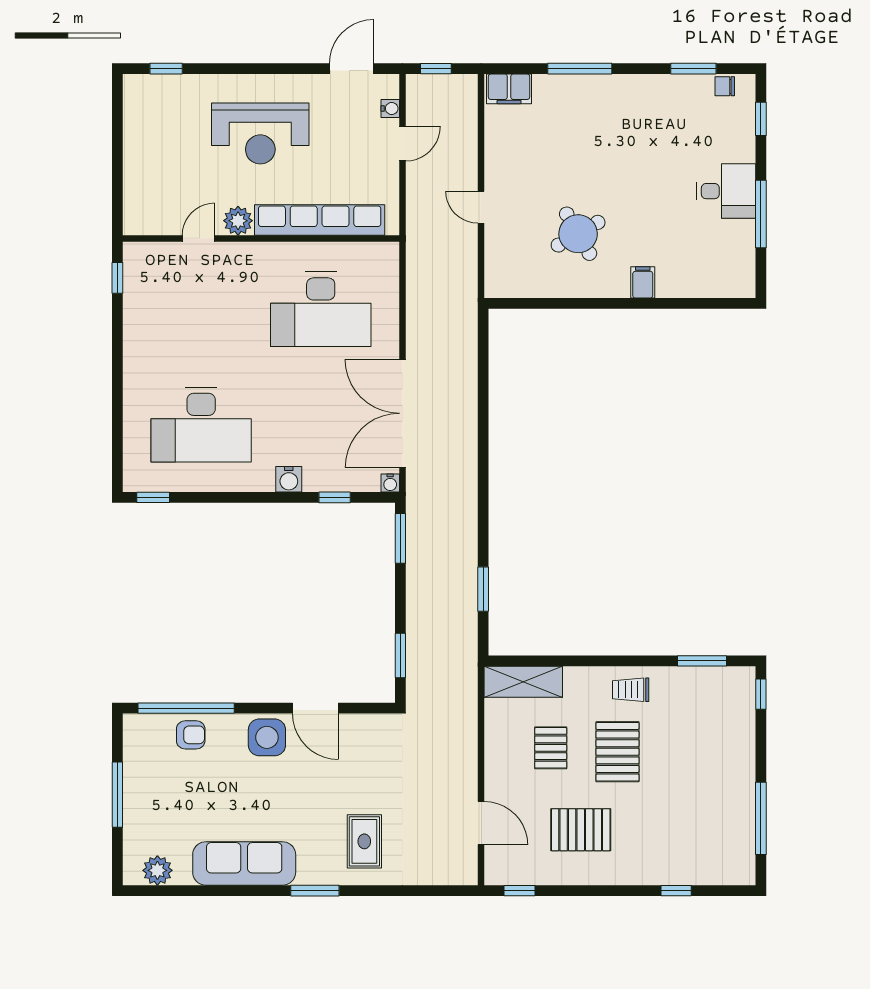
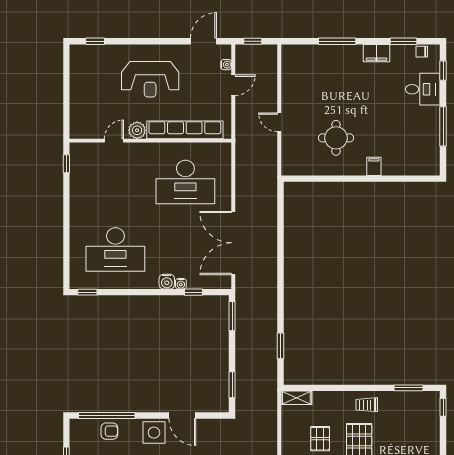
filing cabinet: (509, 89) -> (376, 53), moved
desk: (726, 191) -> (423, 89), moved
round table: (578, 234) -> (336, 138), turned 30
water cooler: (390, 483) -> (181, 284), moved
shelving: (523, 682) -> (296, 398), width x0.67, depth x0.75

